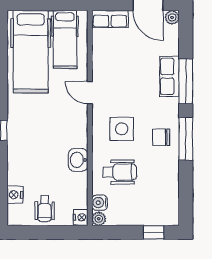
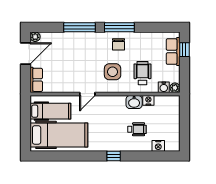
row of seats: (169, 76) -> (173, 52), moved, turned 90
wheelchair: (45, 209) -> (137, 129), moved
nightstand: (81, 217) -> (148, 100), moved

